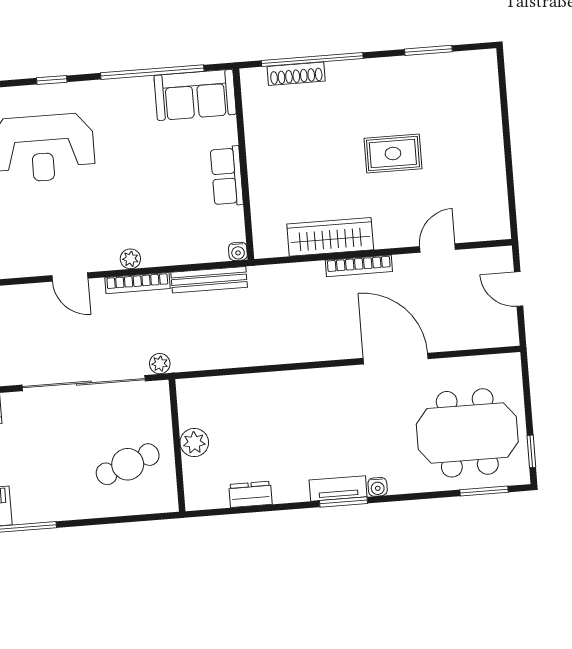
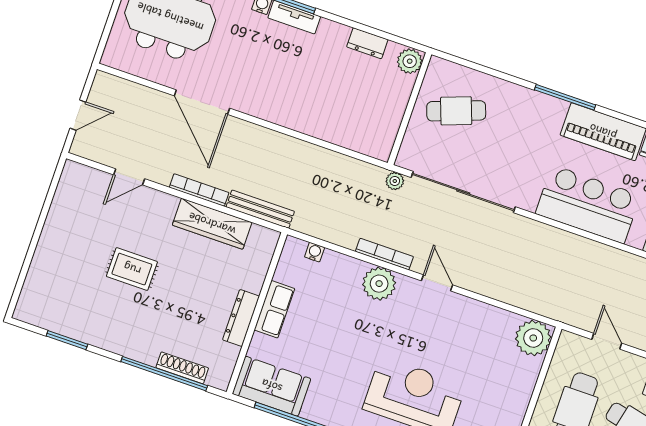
dresser: (258, 152) -> (241, 318), added
water cooler: (238, 251) -> (315, 252), moved
plant: (130, 259) -> (379, 284), width x1.88, depth x1.88
bench: (209, 280) -> (260, 209), moved
door: (519, 289) -> (78, 115), hinge flipped
plant: (194, 443) -> (410, 61), moved

